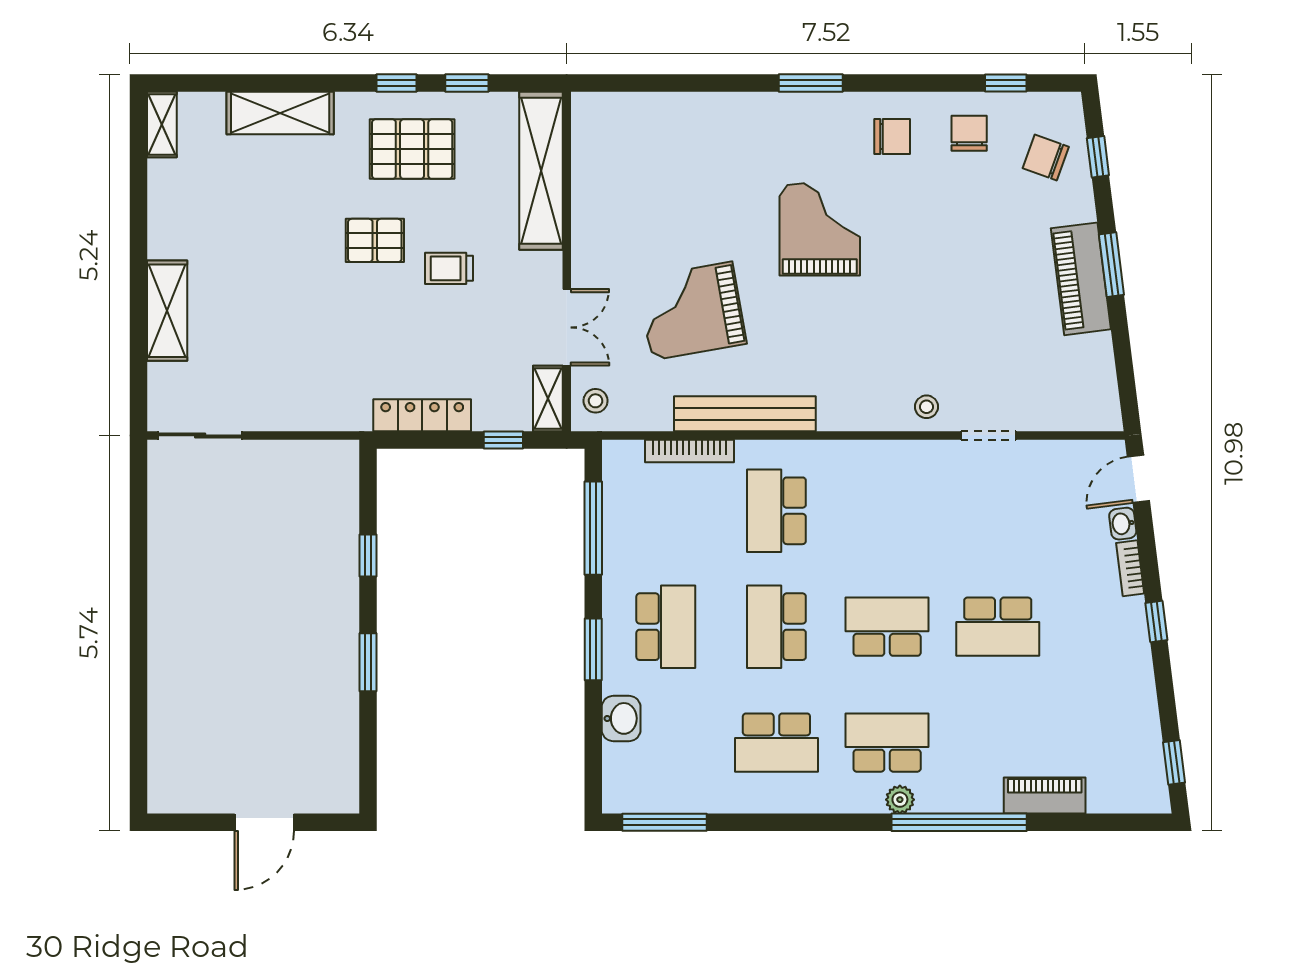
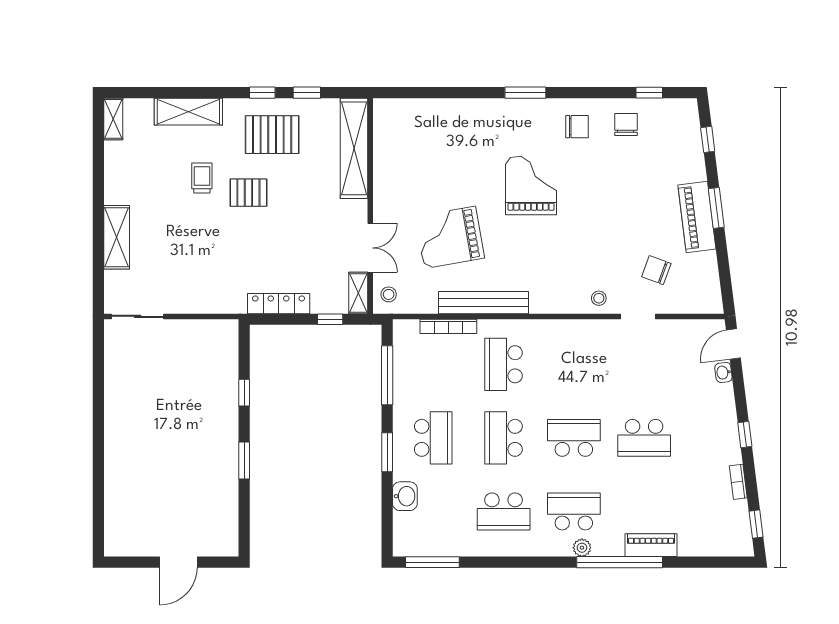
chair: (1046, 158) -> (656, 270), moved
trolley: (449, 268) -> (202, 178), moved, turned 90
bookcase: (1130, 568) -> (738, 482), moved
piano: (1045, 796) -> (651, 545), moved

